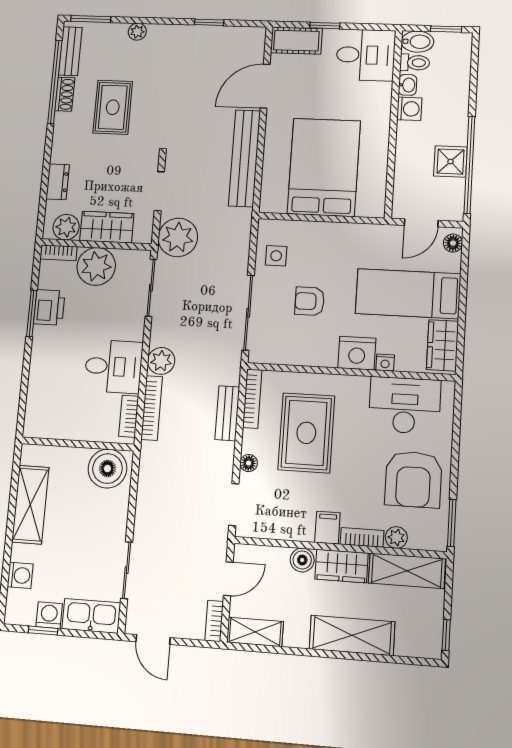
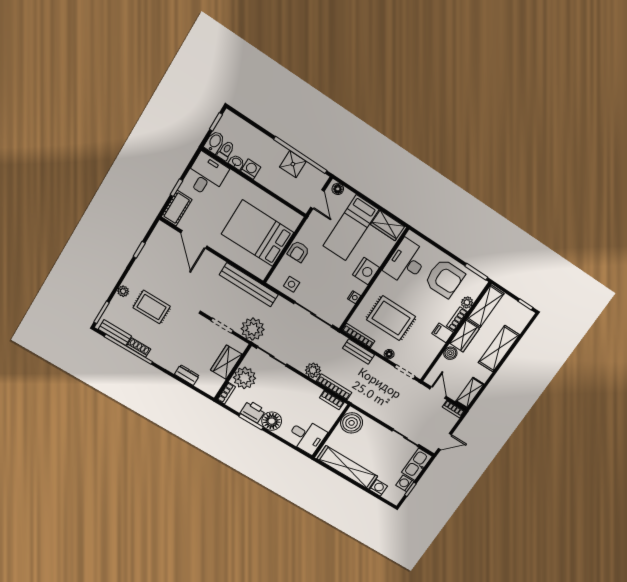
rug: (113, 107) -> (152, 307), moved
bench: (244, 158) -> (249, 285), moved
plant: (66, 227) -> (215, 383), removed
armchair: (310, 301) -> (298, 252), moved
floor lamp: (48, 344) -> (272, 421), added
nightstand: (385, 363) -> (354, 297), moved
desk: (113, 366) -> (307, 436), moved, turned 90
shelving: (30, 505) -> (347, 467), width x1.47

